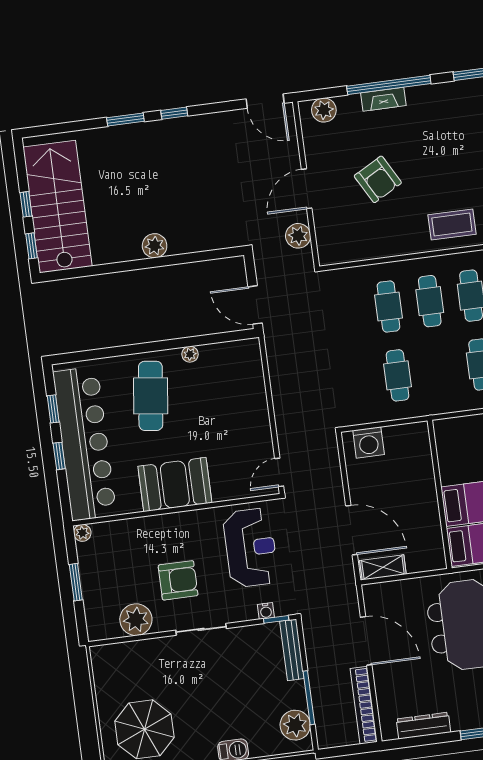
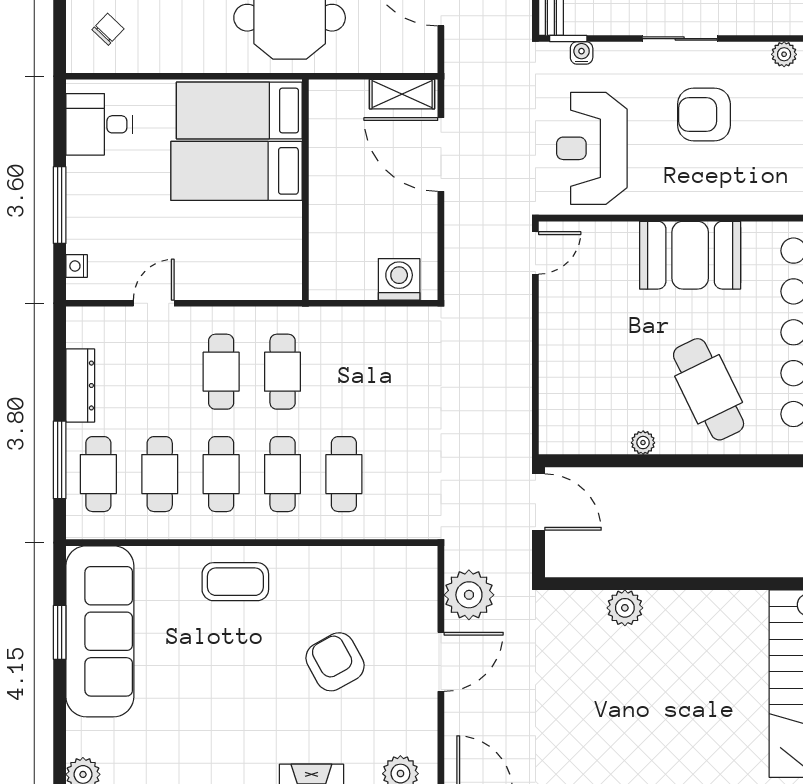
plant: (298, 236) -> (469, 595), width x1.36, depth x1.36
plant: (155, 246) -> (625, 608), moved
cafe table: (398, 375) -> (283, 372), moved
cafe table: (151, 396) -> (709, 389), turned -33
plant: (136, 620) -> (784, 54), width x0.53, depth x0.53

